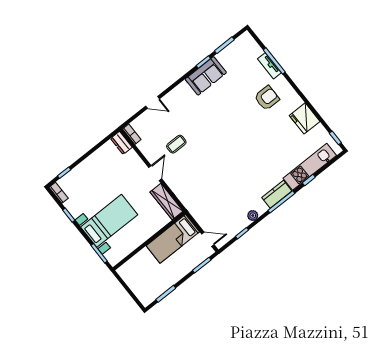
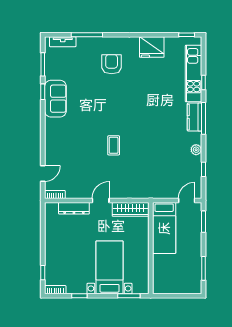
tv unit: (269, 66) -> (63, 42), moved
door: (153, 102) -> (43, 173), moved
dresser: (121, 143) -> (74, 208), moved, width x1.44
coffee table: (176, 144) -> (114, 145), moved
door: (155, 173) -> (101, 200), hinge flipped

